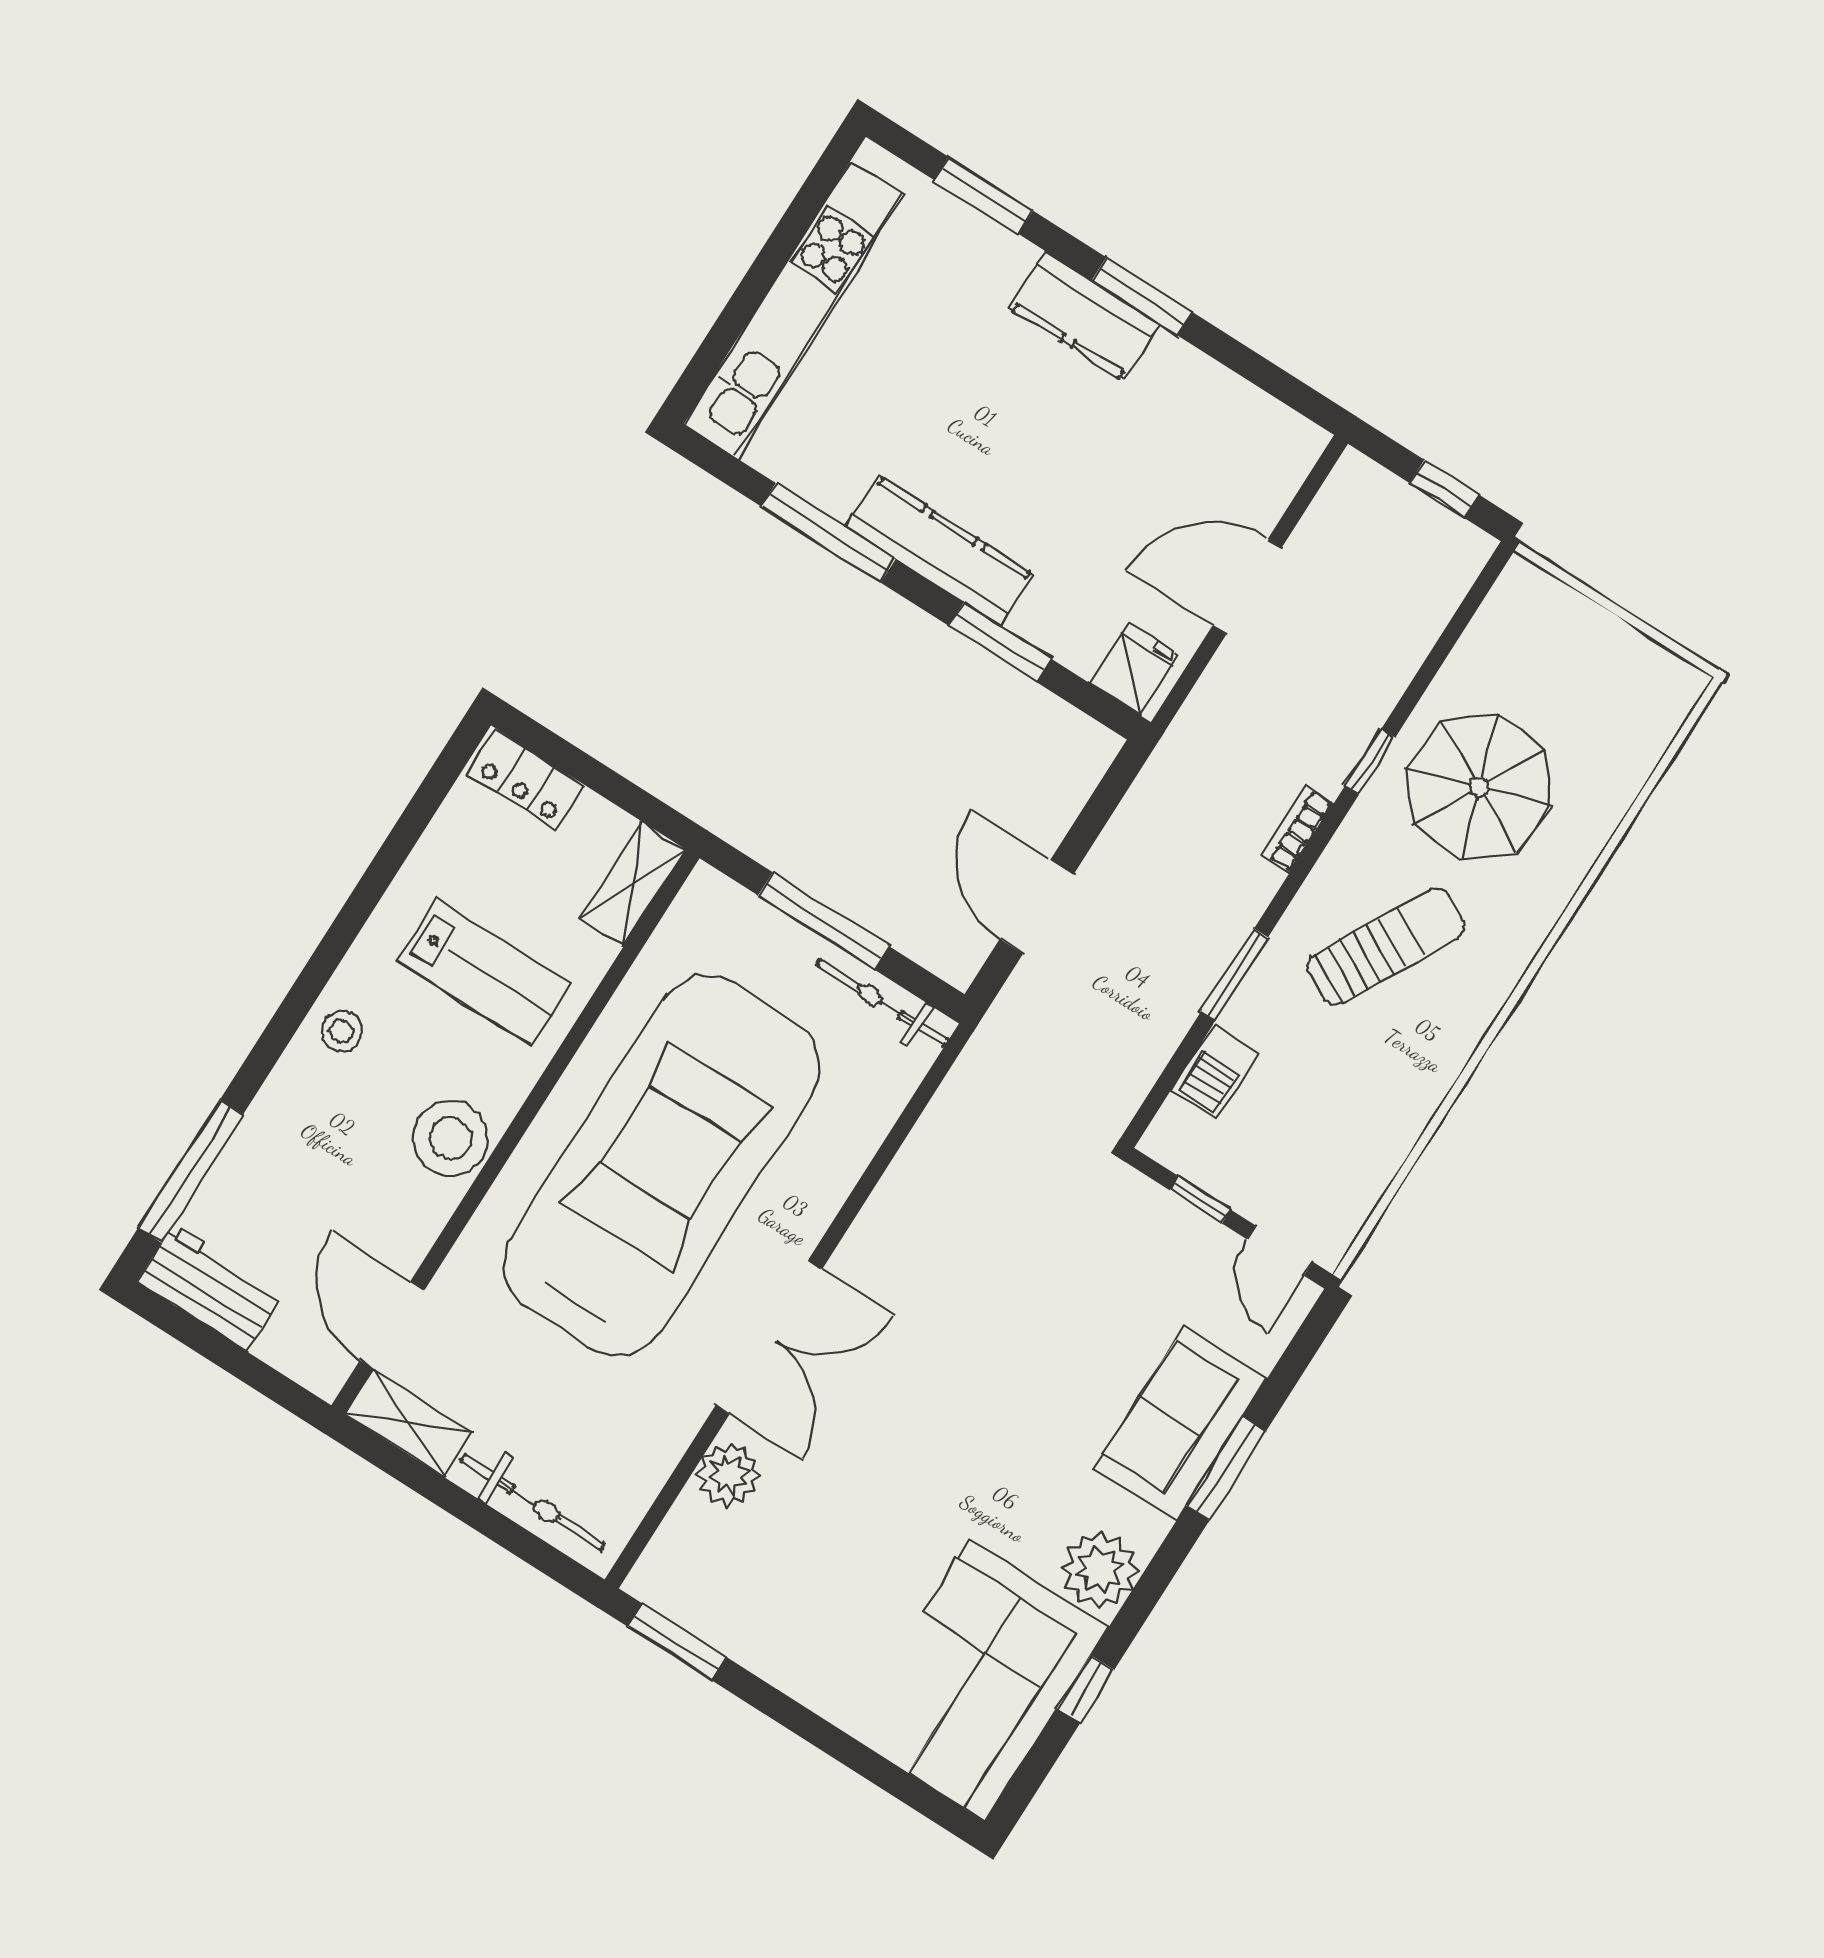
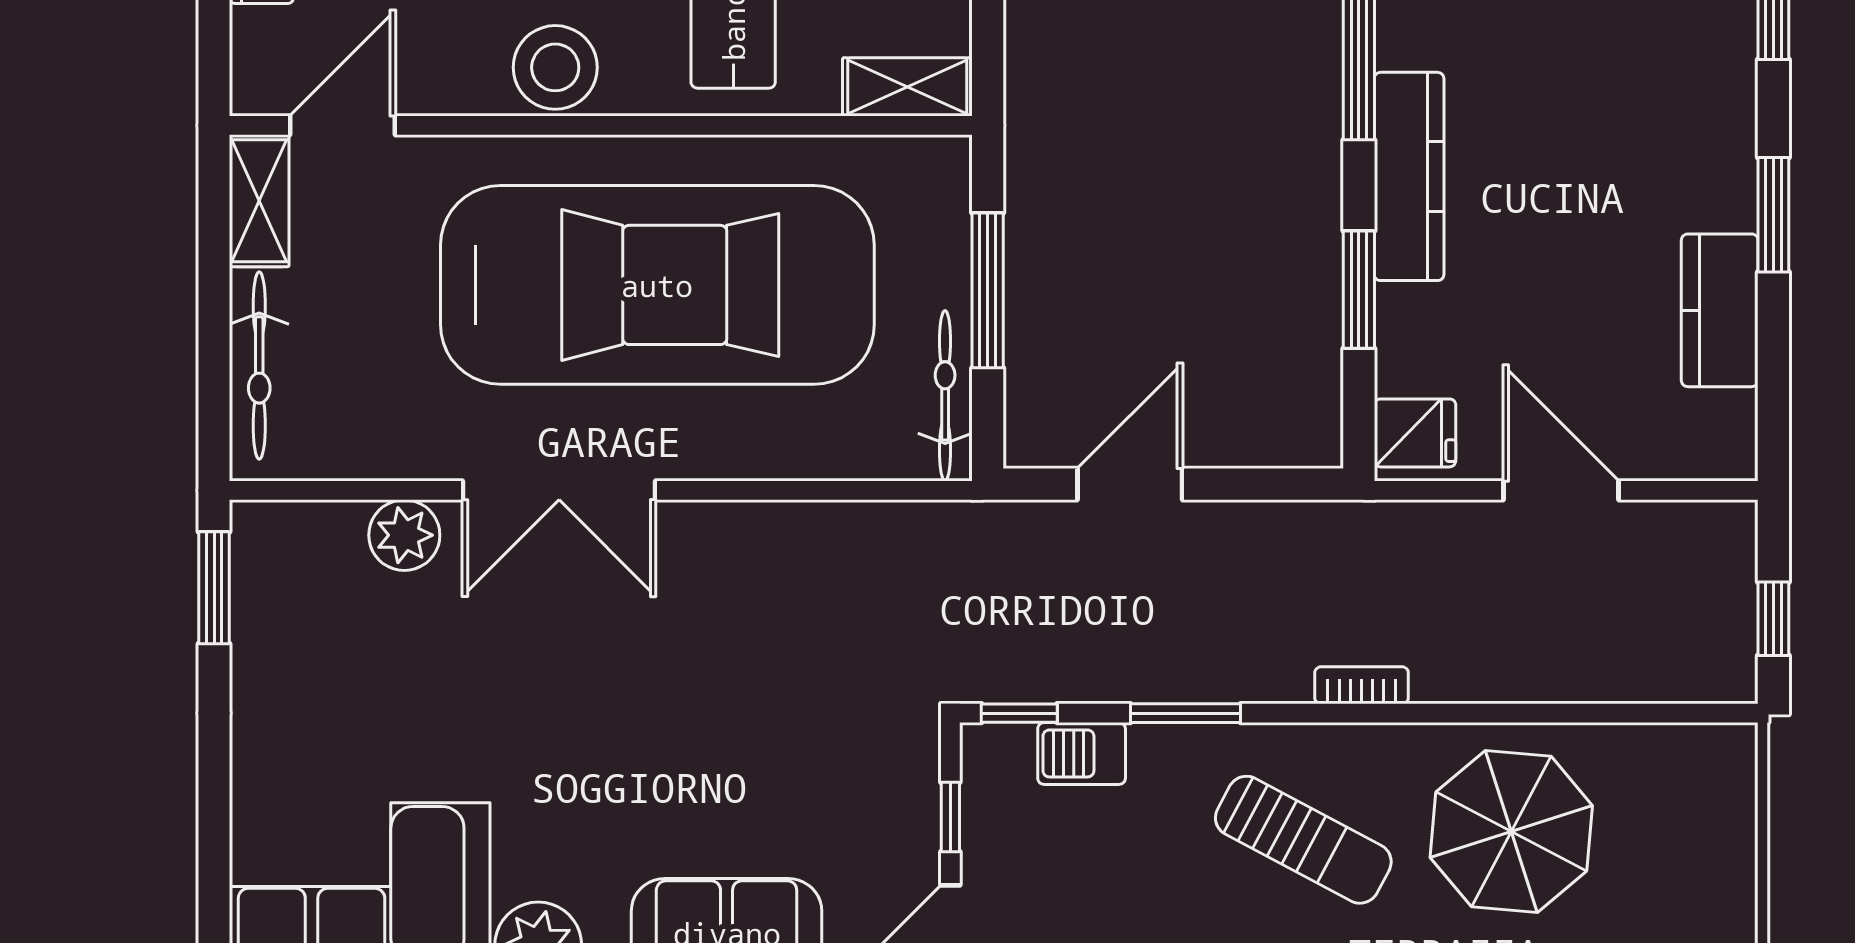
kitchen counter: (1084, 316) -> (1720, 310), moved
window: (1370, 762) -> (1019, 713), moved

